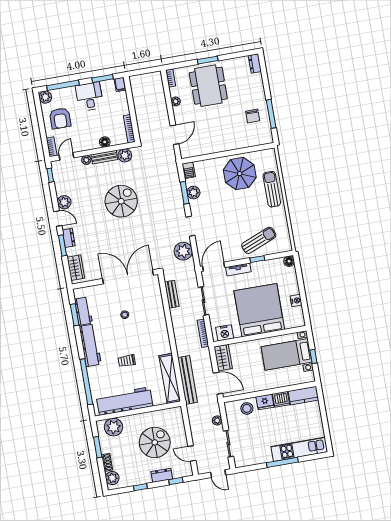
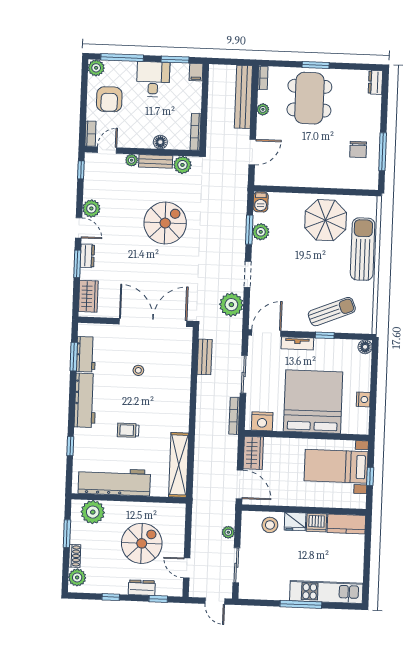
sun lounger: (272, 189) -> (363, 249), width x1.36, depth x1.34
bench: (188, 380) -> (243, 97), moved
window: (86, 382) -> (70, 446), width x0.32

